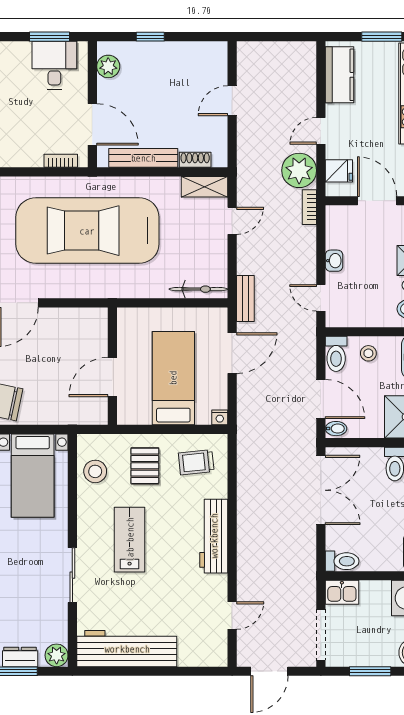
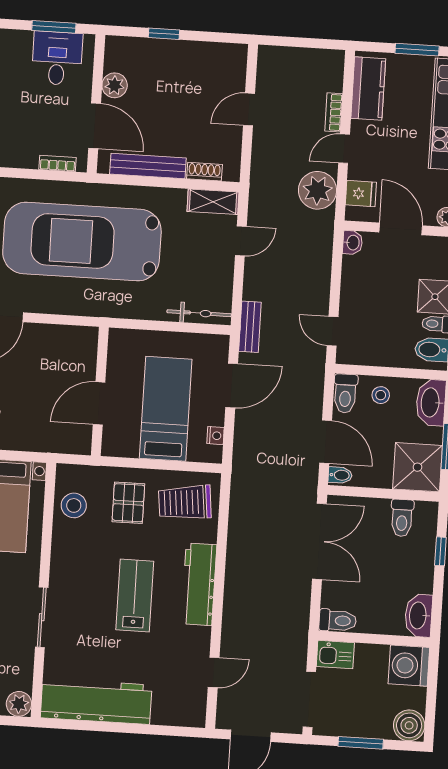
plant: (108, 66) -> (115, 85), moved
bookcase: (309, 207) -> (334, 112), moved
washbasin: (334, 261) -> (353, 243), moved
nightstand: (220, 417) -> (215, 436), moved, turned -90
trolley: (196, 462) -> (185, 502), width x1.36, depth x1.39
lab bench: (130, 540) -> (135, 596), moved

